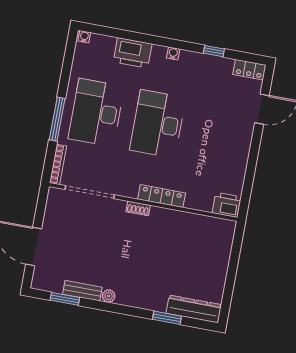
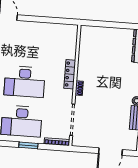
window: (57, 119) -> (28, 145), width x0.69
printer: (227, 205) -> (71, 32), removed

